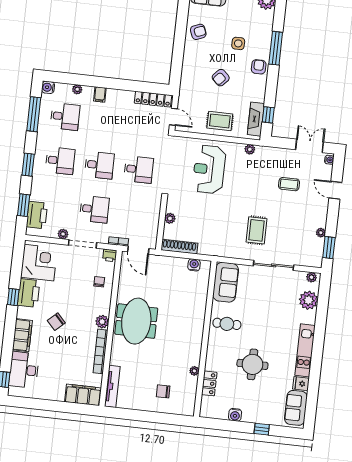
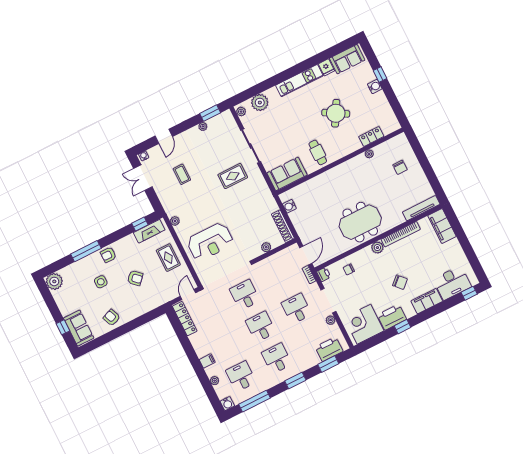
round table: (252, 364) -> (336, 113), turned 30
water cooler: (235, 415) -> (375, 86), moved

